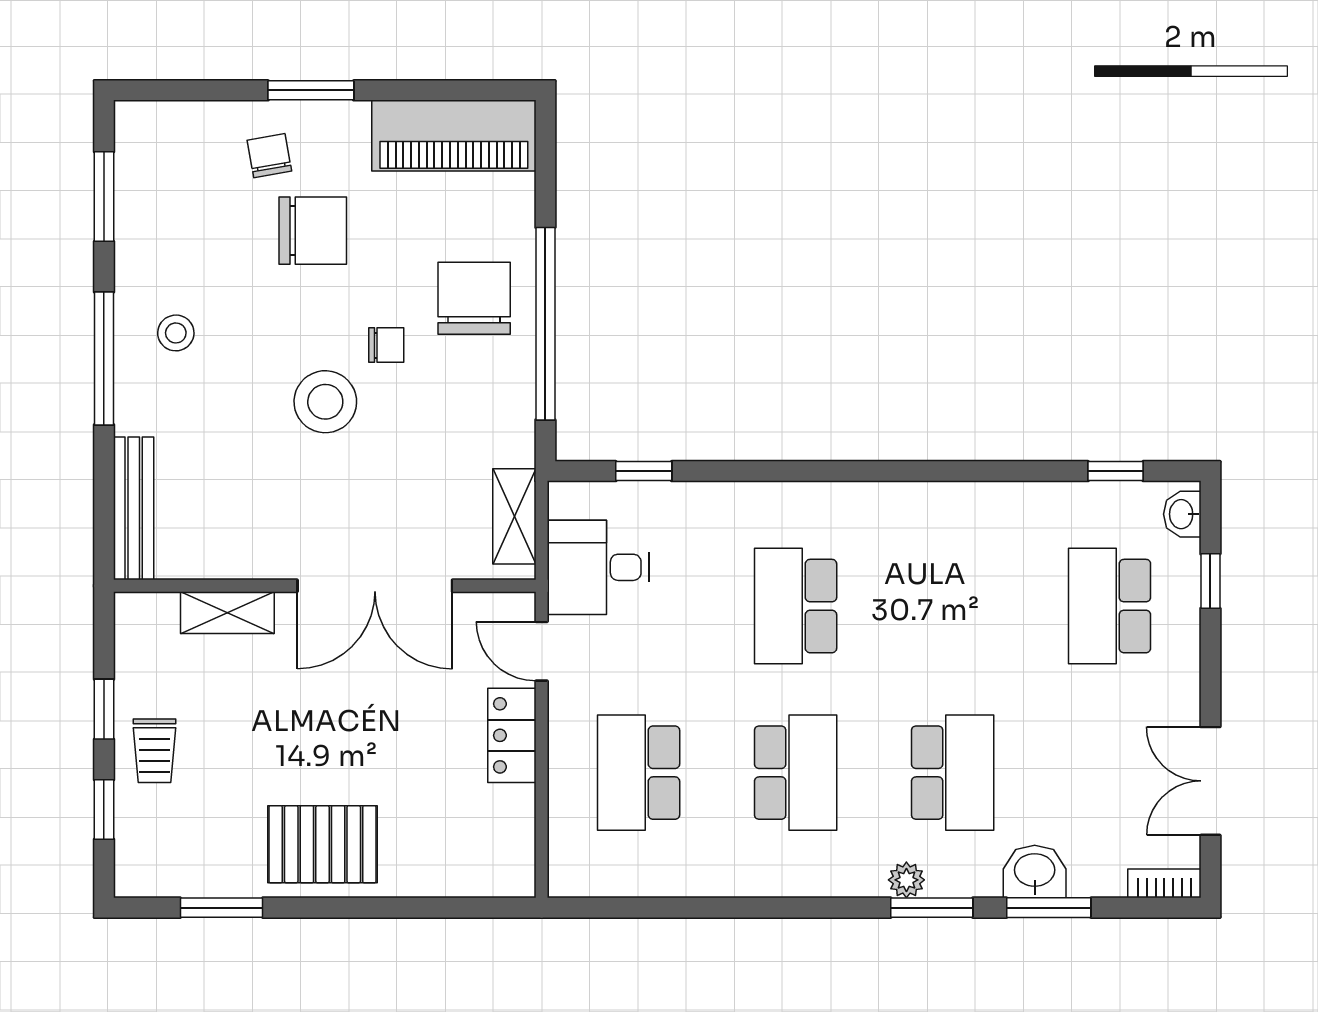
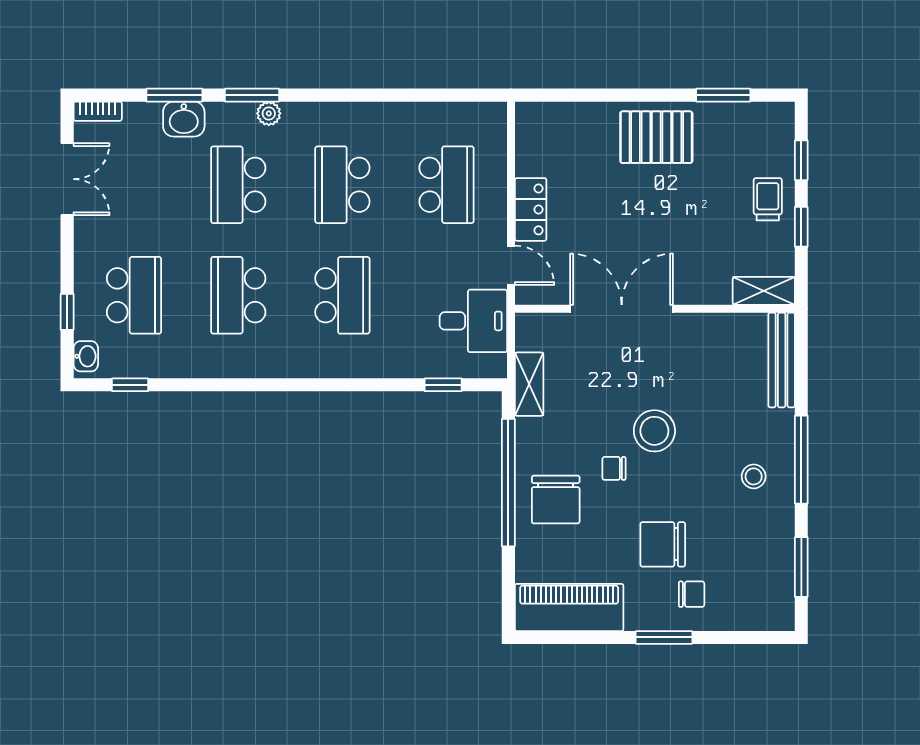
chair: (269, 156) -> (692, 594), turned -80
shelving: (514, 516) -> (529, 384), moved
school desk: (953, 606) -> (238, 295), added
shelving: (227, 613) -> (764, 291), moved

